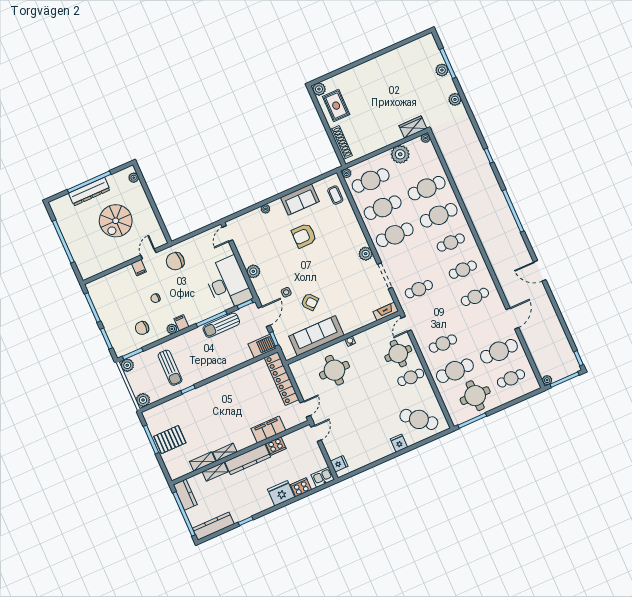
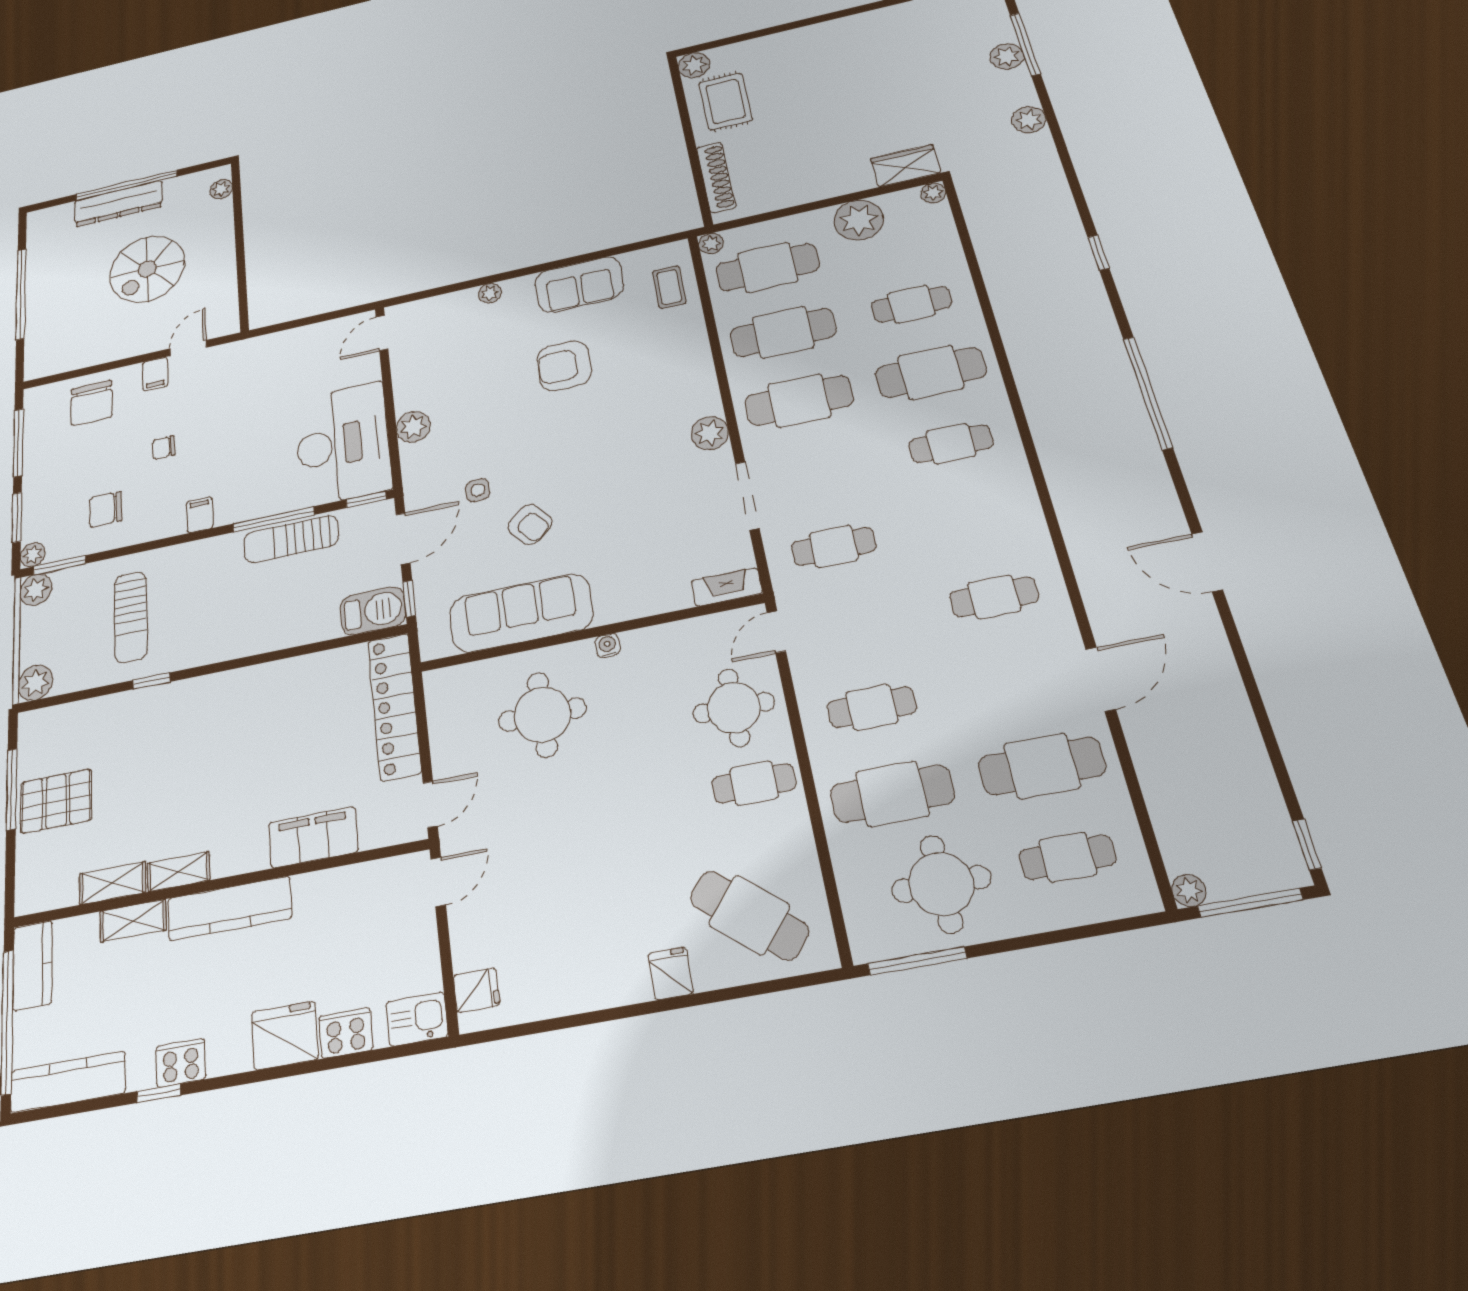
cafe table: (427, 188) -> (911, 304), width x0.73, depth x0.74
chair: (175, 261) -> (92, 403), moved, turned -90
cafe table: (463, 270) -> (972, 518), removed
plant: (172, 329) -> (33, 555), moved
cooker: (276, 446) -> (181, 1063), moved, turned 180

